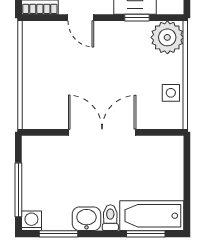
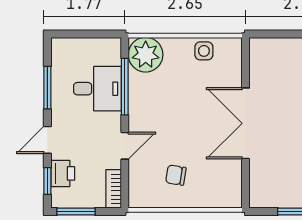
window: (137, 18) -> (125, 87), width x2.17
chair: (53, 66) -> (176, 175), added

